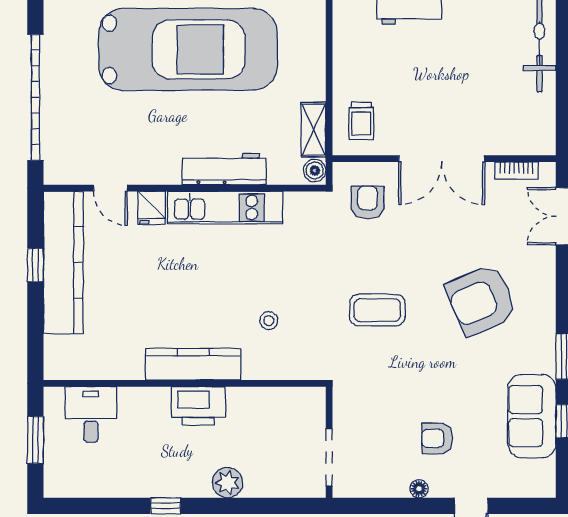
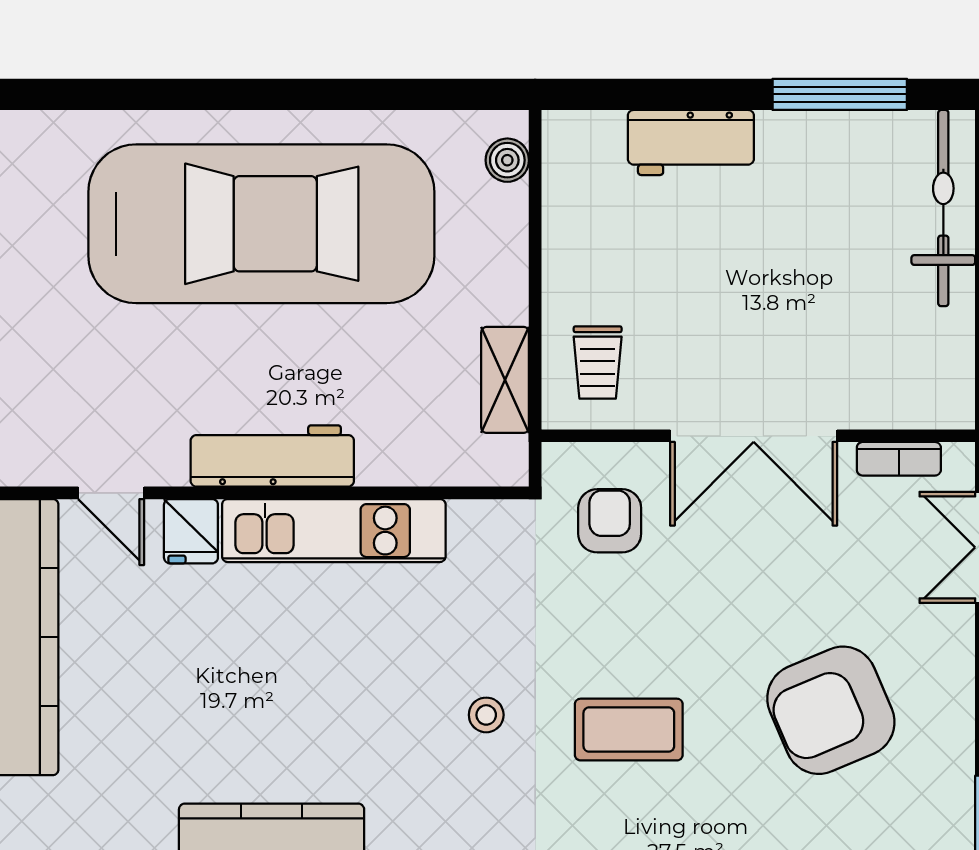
workbench: (224, 169) -> (272, 456), moved
boiler: (315, 171) -> (507, 160), moved
stool: (269, 321) -> (486, 715), moved

